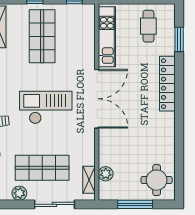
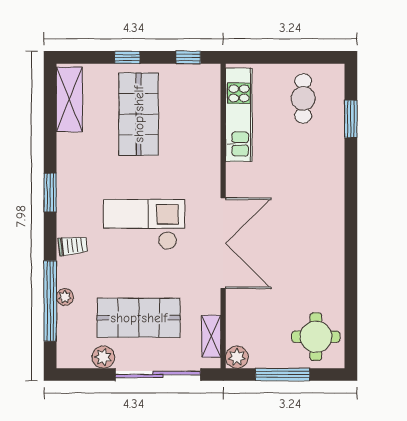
locker: (167, 84) -> (333, 188), removed
double door: (97, 99) -> (223, 243), moved
plant: (106, 174) -> (237, 357), moved
sliding door: (55, 204) -> (158, 375), width x1.36

